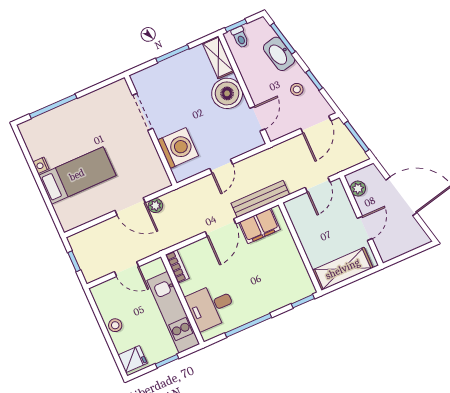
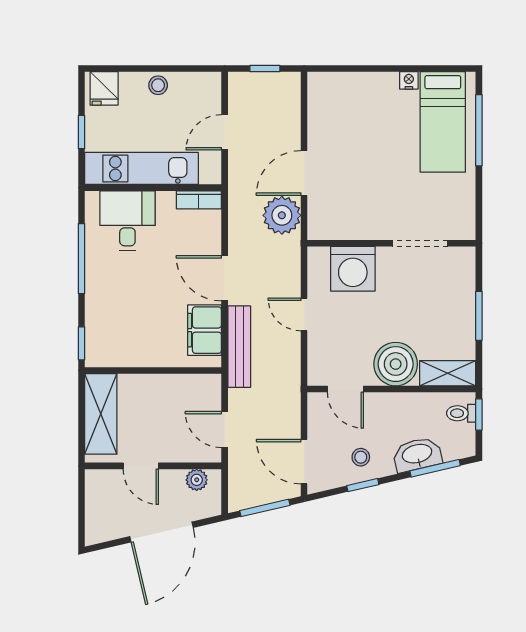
bed: (77, 175) -> (443, 122), moved
plant: (155, 206) -> (282, 215), width x1.87, depth x1.87

